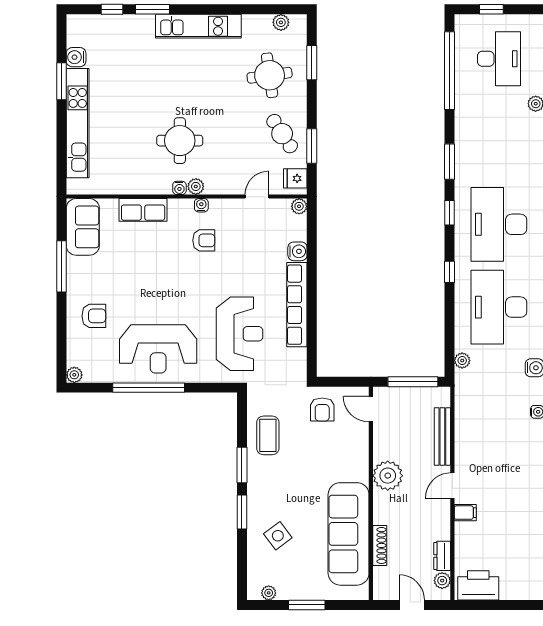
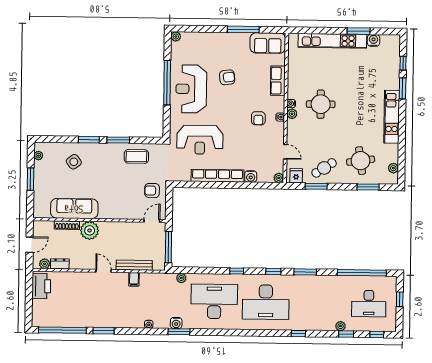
desk: (499, 224) -> (266, 302), turned 180
armchair: (94, 316) -> (227, 77), moved, turned -97
plant: (388, 476) -> (90, 230), moved
filing cabinet: (465, 513) -> (134, 279), moved
sofa: (349, 534) -> (74, 209), width x0.74, depth x0.79

